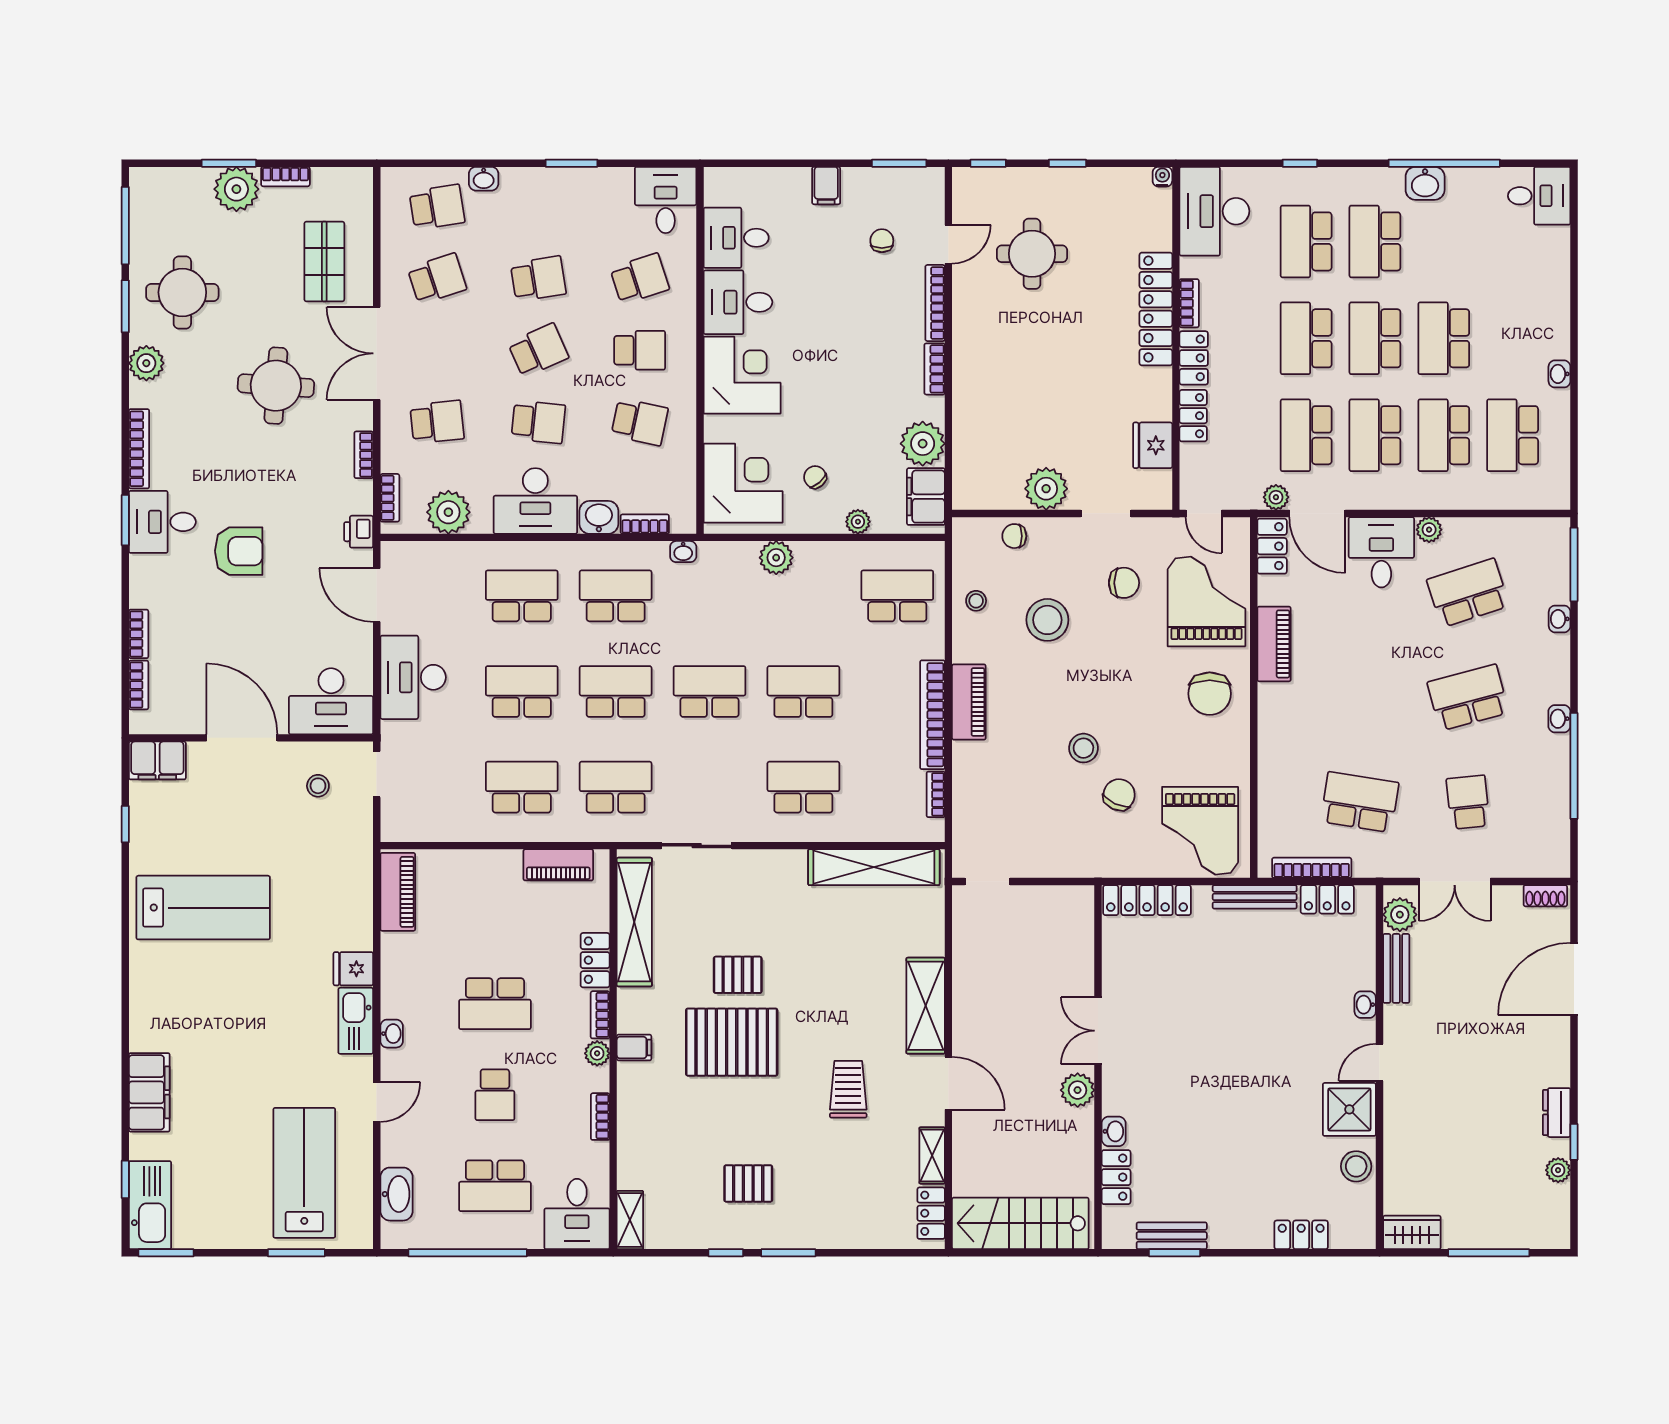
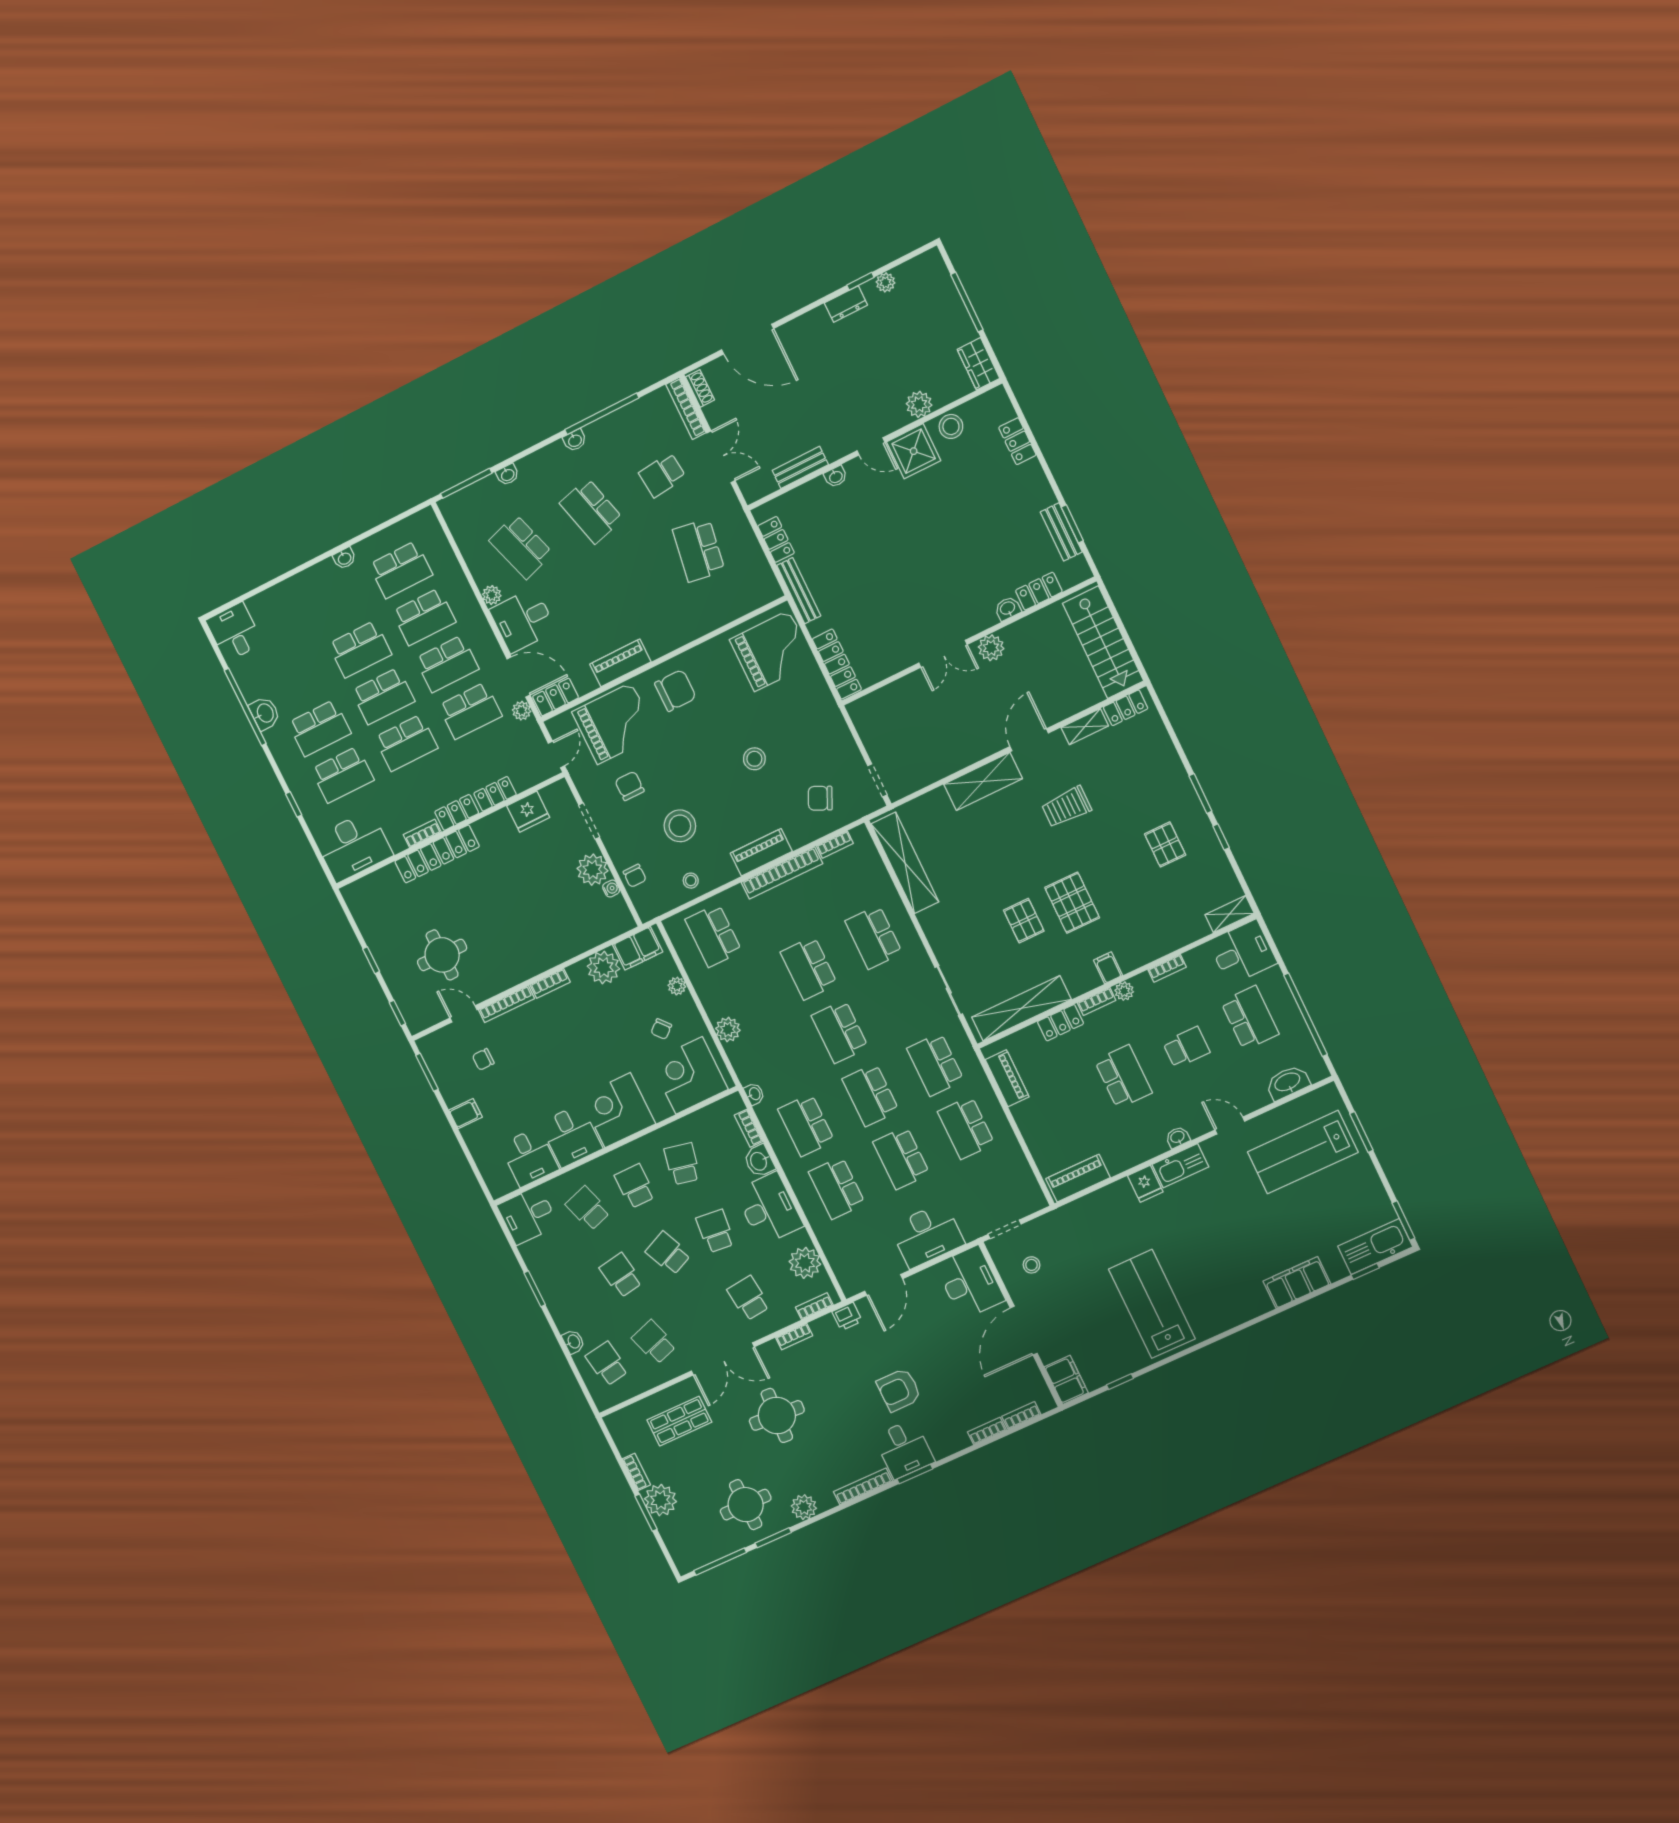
water cooler: (1162, 177) -> (611, 889), moved, turned 180
door: (1317, 513) -> (518, 677), hinge flipped
armchair: (239, 551) -> (899, 1390), turned -90
grand piano: (1206, 601) -> (614, 723), turned 180
chair: (1119, 795) -> (820, 798), moved
bookcase: (1312, 868) -> (686, 408), moved
plant: (1400, 915) -> (919, 404), moved
pallet: (732, 1042) -> (1072, 903), width x0.73, depth x0.71

